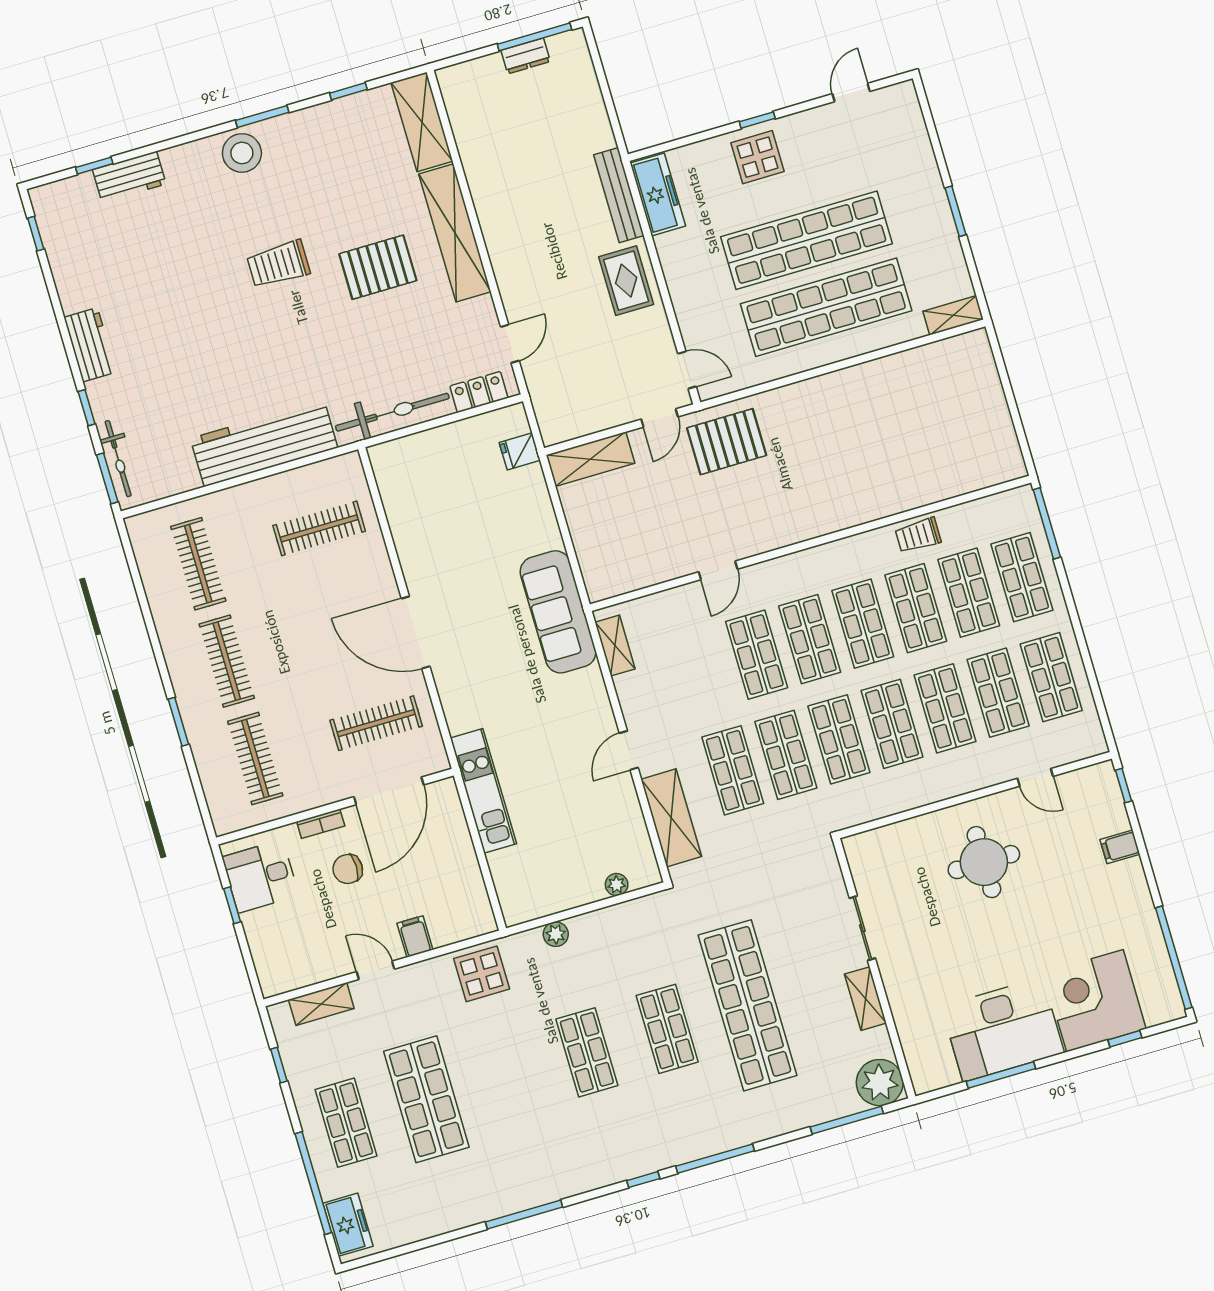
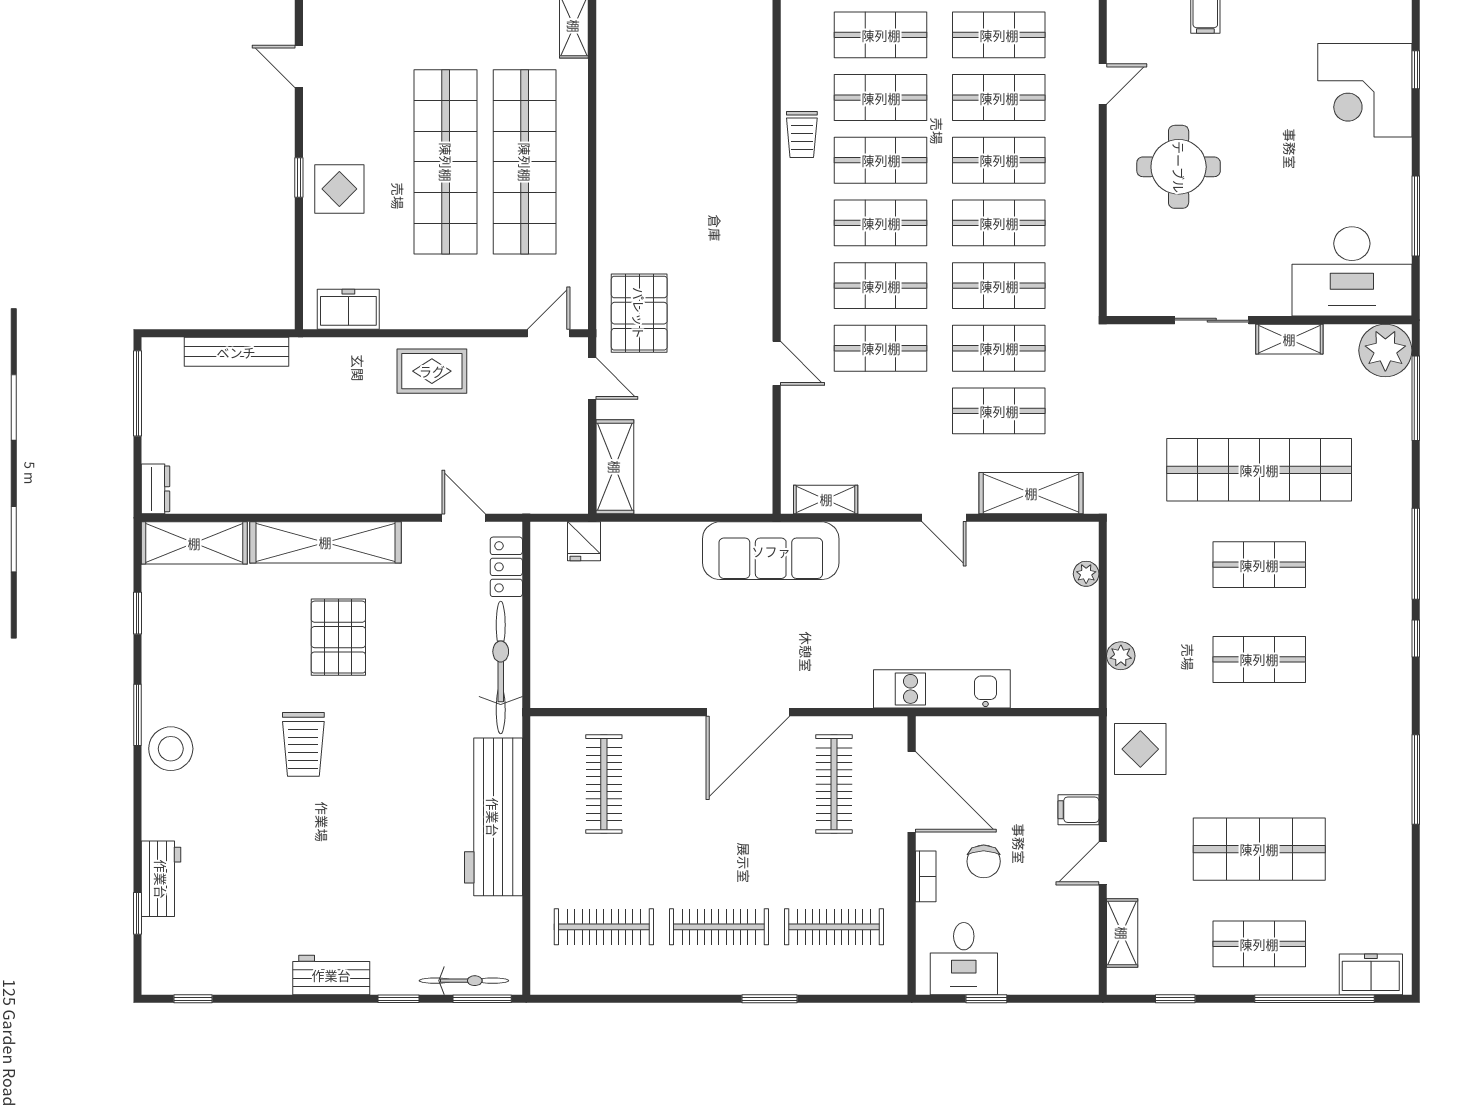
dresser: (526, 56) -> (156, 489), moved
freezer: (658, 194) -> (348, 309), width x0.71
bench: (619, 195) -> (236, 352), moved
desk: (1003, 1030) -> (1352, 271), moved, turned 90

